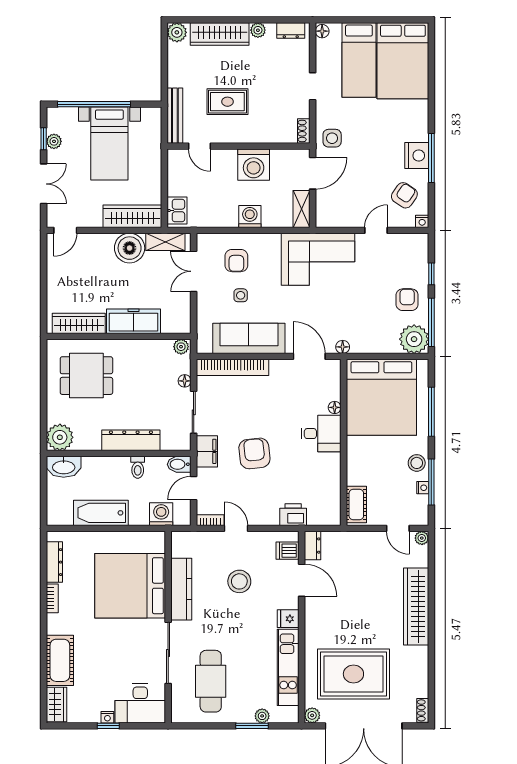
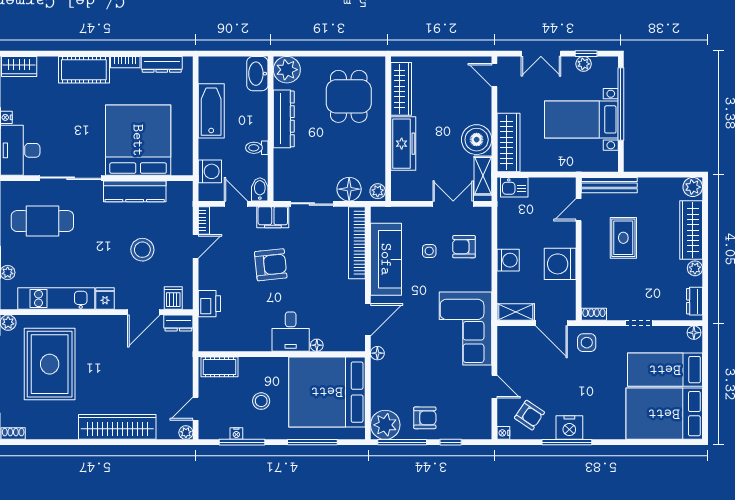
floor lamp: (185, 381) -> (349, 189), width x1.89, depth x1.89
dresser: (131, 440) -> (284, 119), moved
stool: (417, 463) -> (261, 401), moved
cot: (60, 660) -> (84, 70), moved

